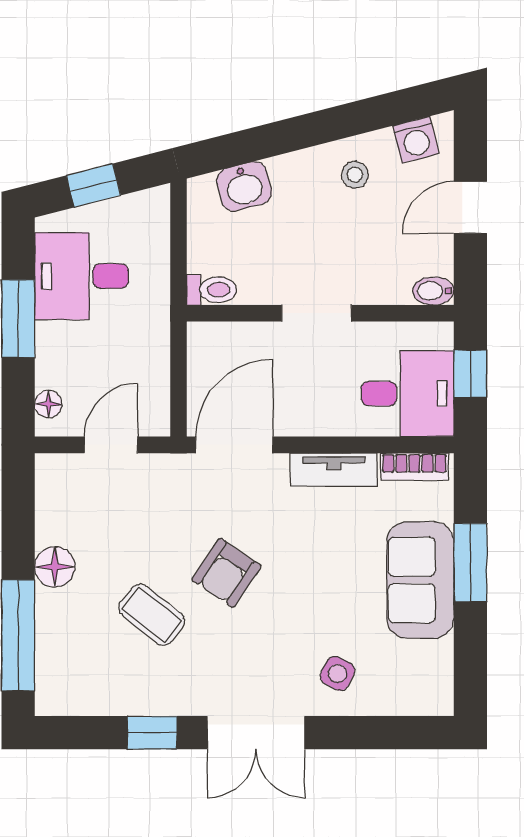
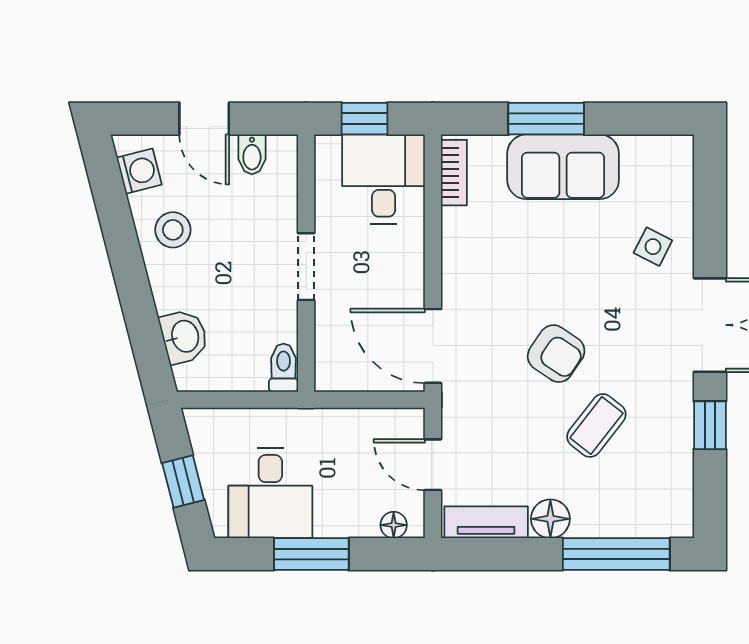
stool: (355, 175) -> (173, 230), width x1.37, depth x1.37
bidet: (433, 291) -> (252, 154), moved
tv unit: (334, 470) -> (486, 522), moved, turned -90

